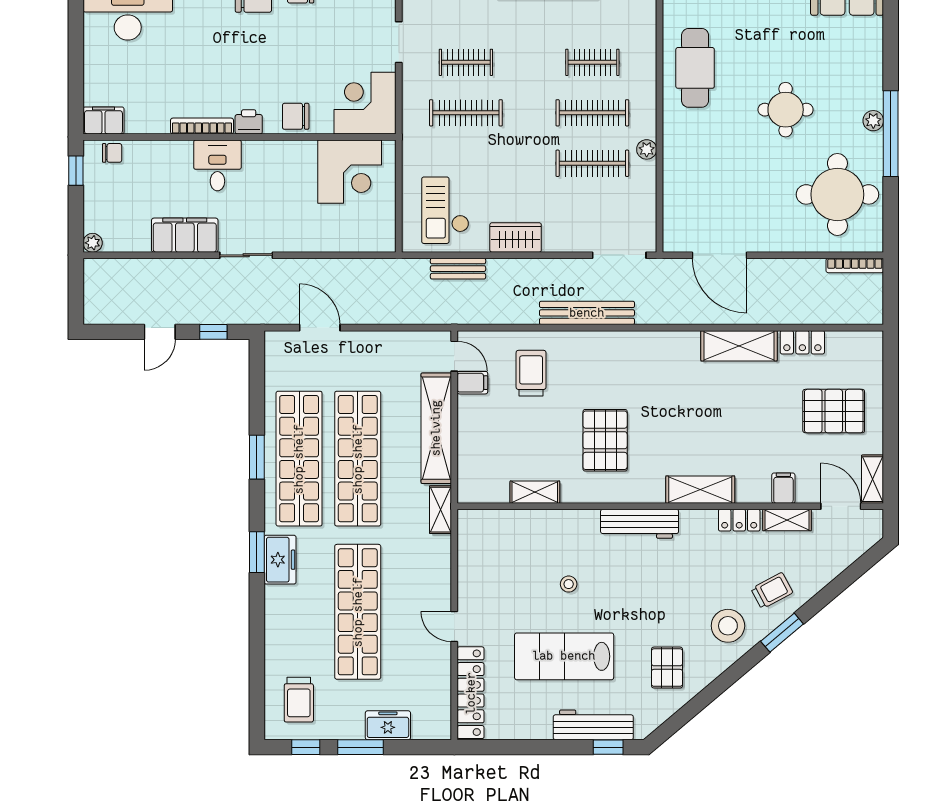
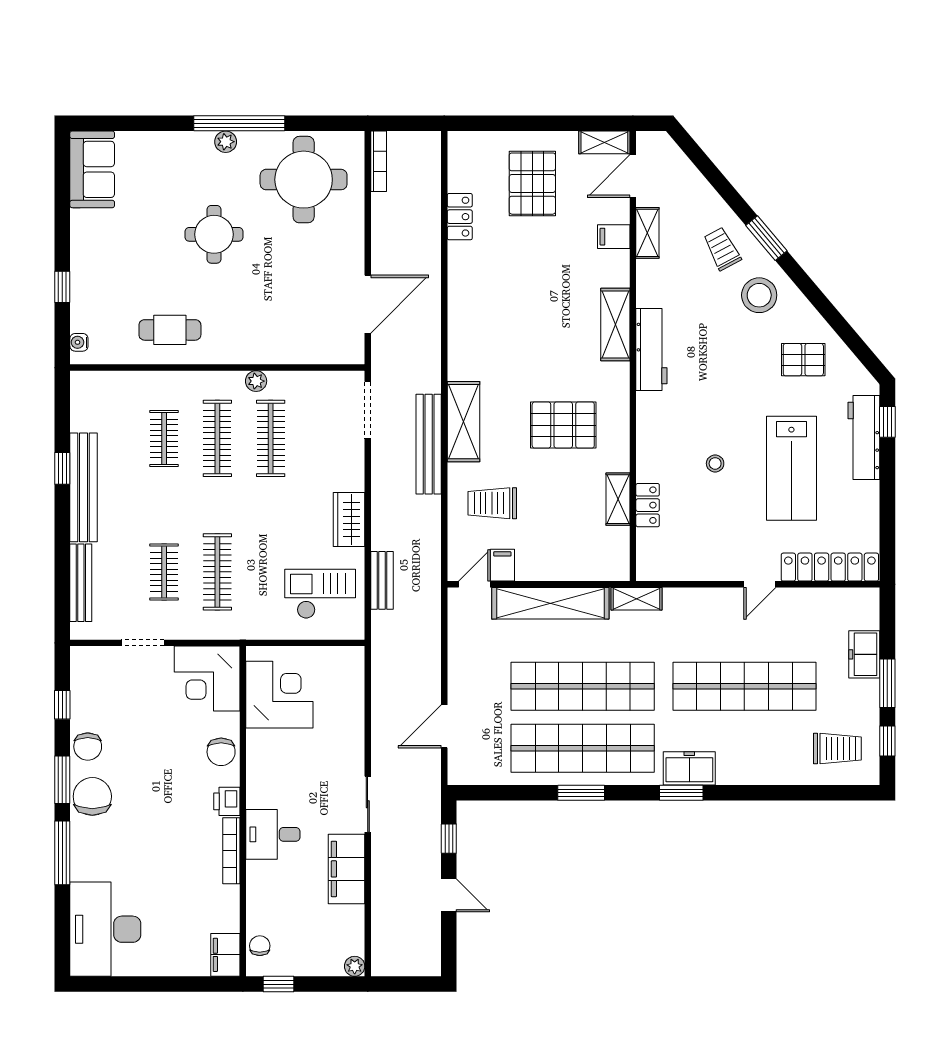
cafe table: (695, 68) -> (170, 330), width x0.73, depth x0.74
checkout: (445, 210) -> (320, 594), turned 180
shelving: (739, 346) -> (463, 422), moved
locker: (739, 520) -> (648, 505), moved
workbench: (640, 524) -> (651, 349), moved

